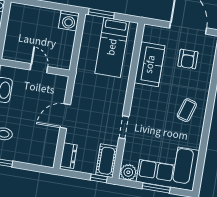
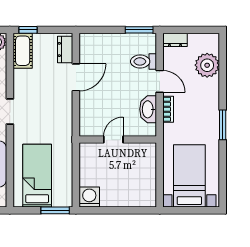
door: (39, 68) -> (113, 140), swing flipped
door: (65, 116) -> (76, 77), moved
doorway: (124, 127) -> (10, 111), moved

